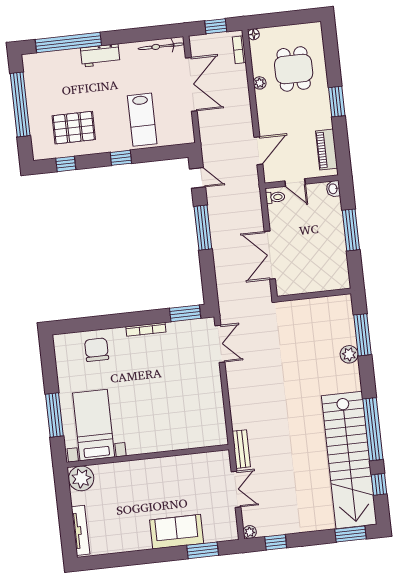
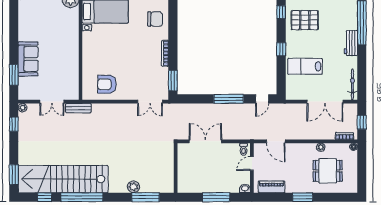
pallet: (74, 128) -> (305, 20), turned 90
armchair: (201, 410) -> (107, 84), added

